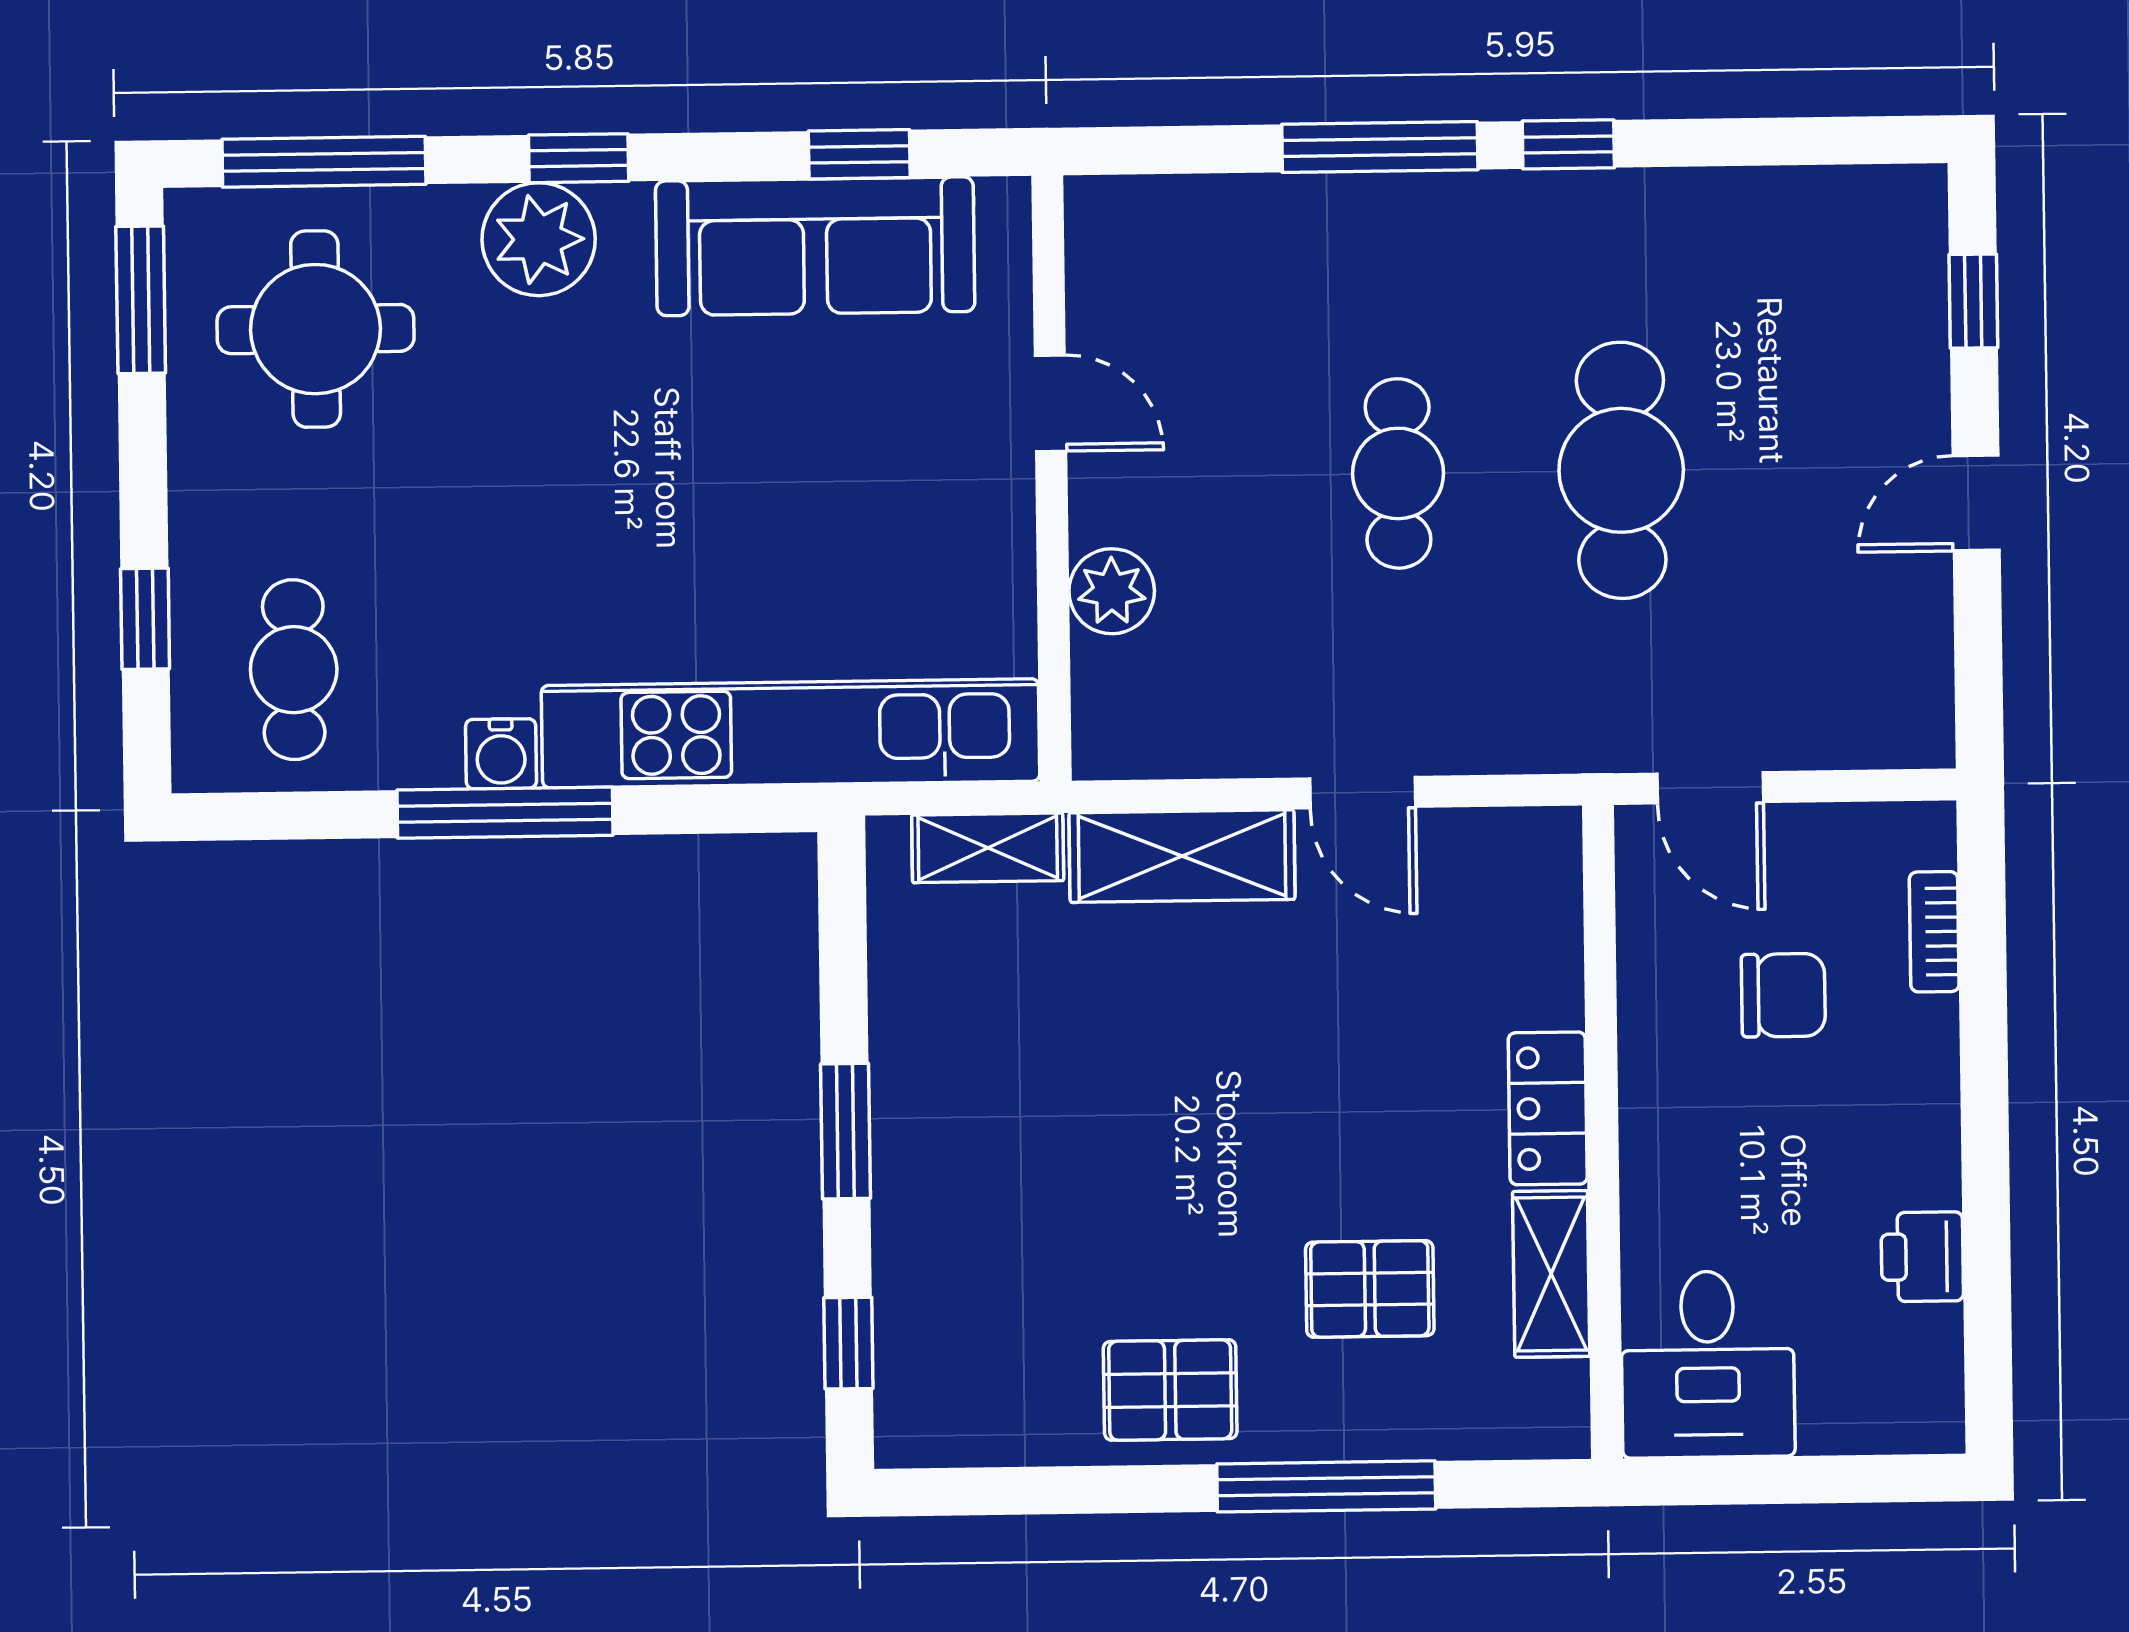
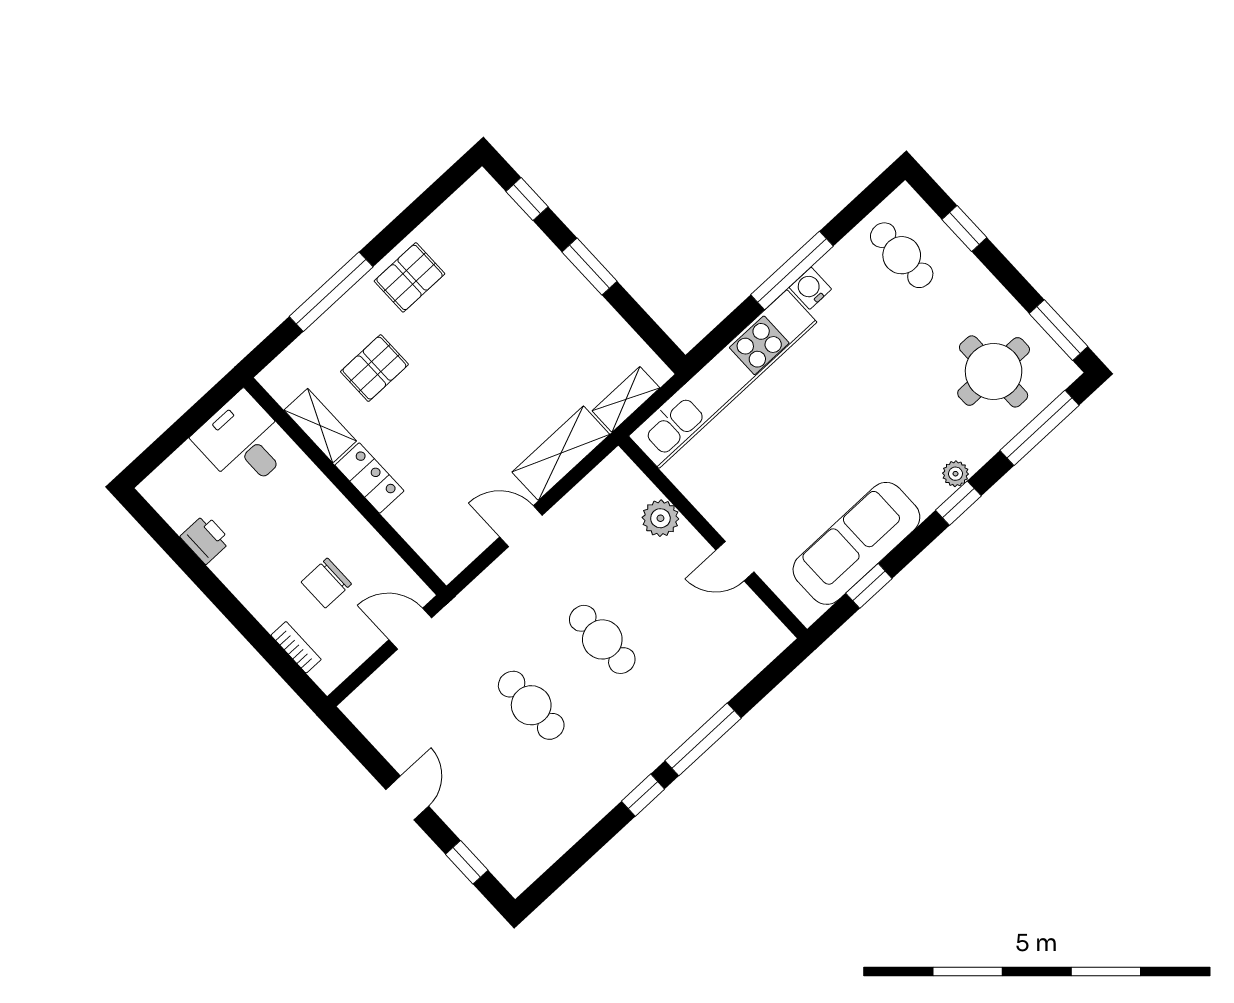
plant: (539, 239) -> (955, 474), width x0.53, depth x0.53
cafe table: (1621, 470) -> (531, 705), width x0.73, depth x0.74

